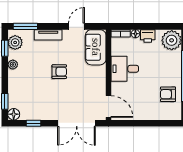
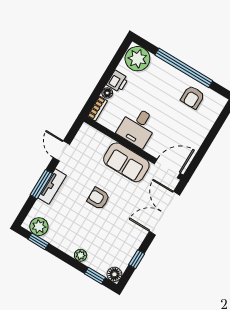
window: (25, 26) -> (41, 184), moved
sofa: (96, 47) -> (126, 162), moved
plant: (13, 65) -> (81, 255), moved
armchair: (59, 72) -> (98, 198), turned -90
double door: (77, 123) -> (164, 213), swing flipped

